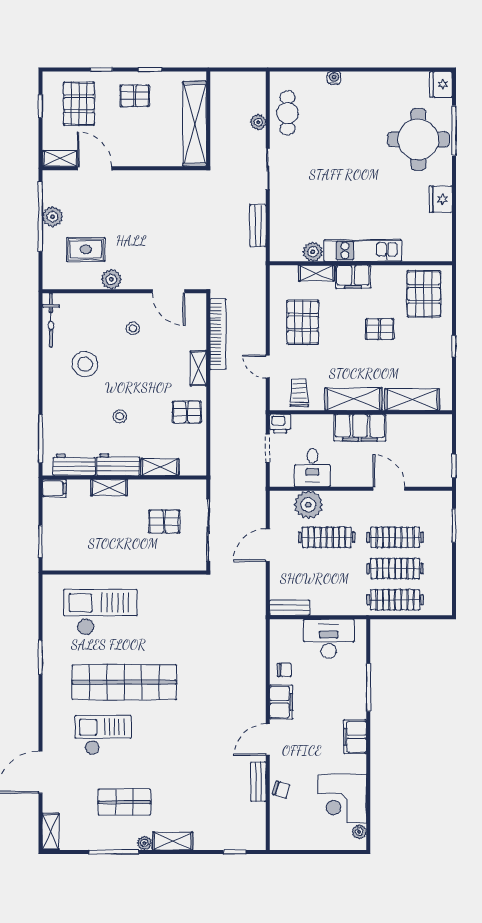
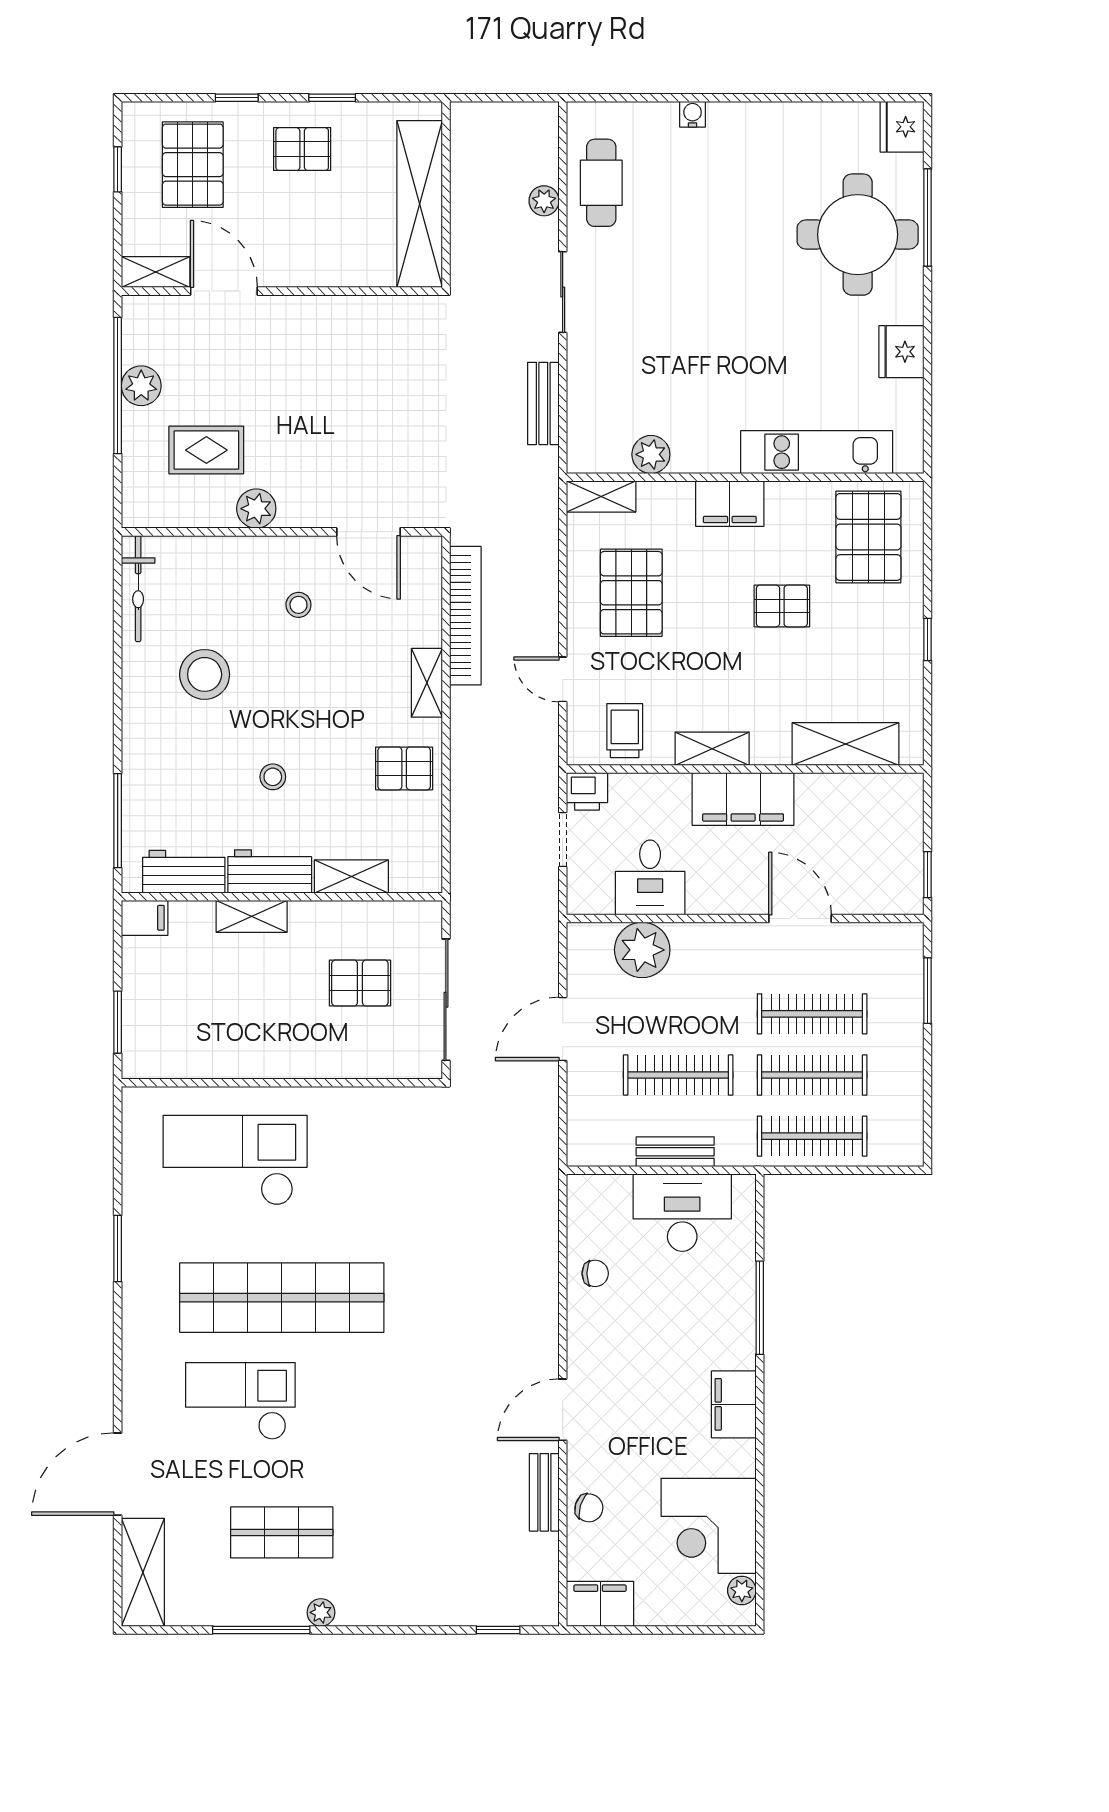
kitchen unit: (363, 251) -> (817, 452), moved
shelving: (316, 273) -> (601, 496), moved
shelving: (354, 399) -> (712, 749), width x0.67, depth x0.75
clothes rail: (327, 537) -> (678, 1075), moved
bench: (290, 608) -> (675, 1152), moved
filing cabinet: (281, 702) -> (600, 1604), moved, turned -90
shelving: (51, 832) -> (143, 1572), width x1.50, depth x1.33
shelving: (173, 841) -> (377, 1609), removed

